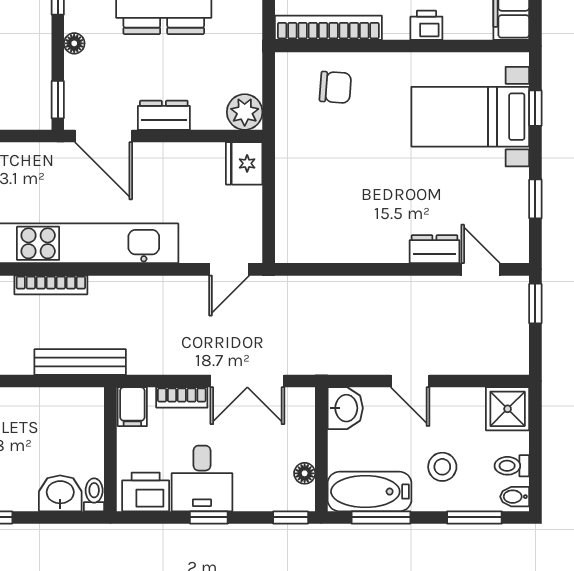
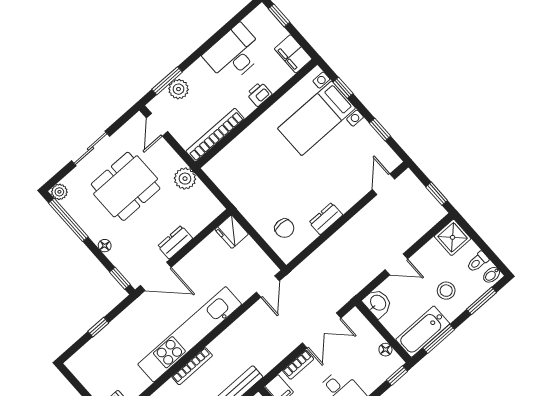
chair: (335, 87) -> (284, 228), moved, turned 86
plant: (245, 112) -> (185, 179), moved
dresser: (434, 249) -> (326, 219), moved
door: (481, 269) -> (383, 184), hinge flipped
window: (535, 304) -> (437, 194), moved

